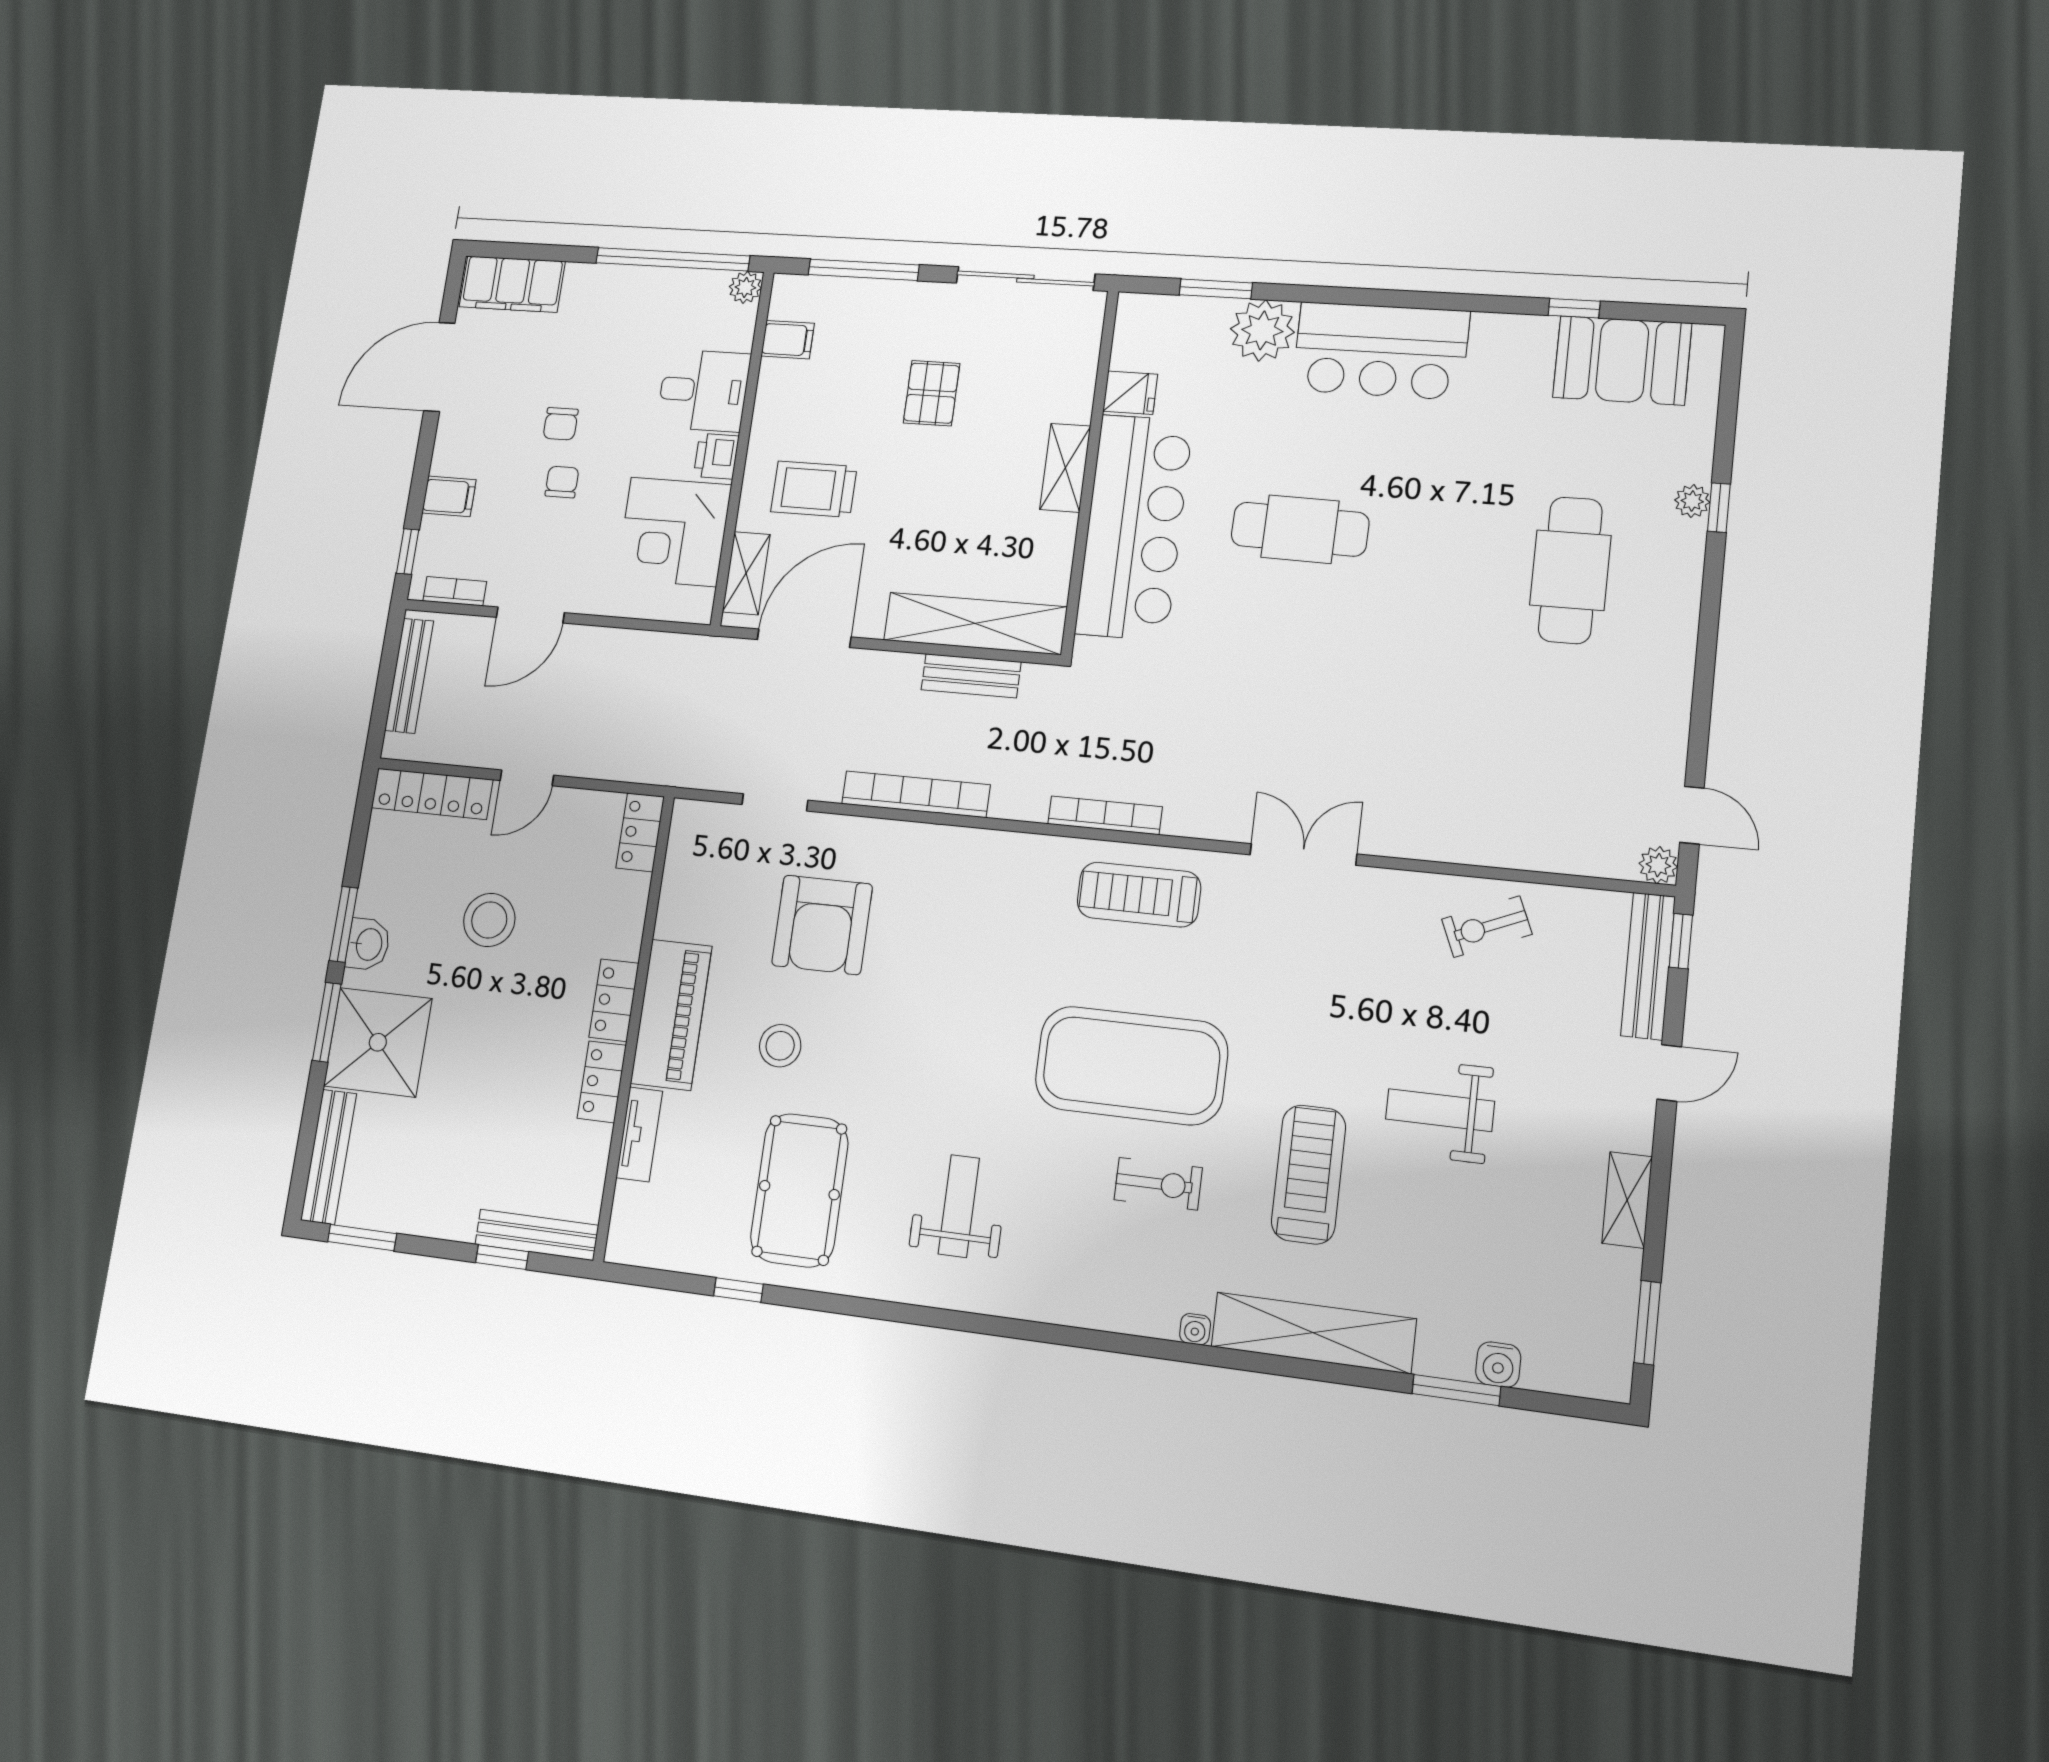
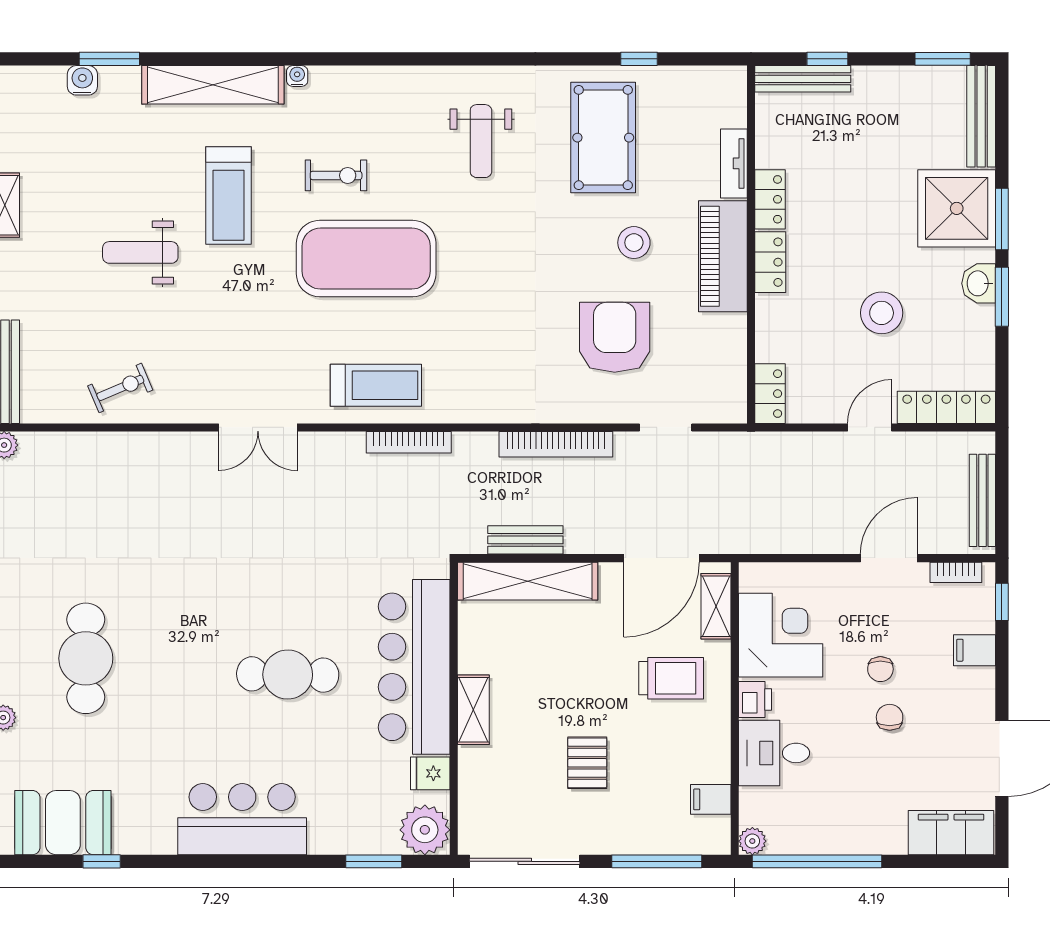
plant: (1262, 330) -> (425, 830), moved
weight bench: (1440, 1110) -> (140, 252), turned 180
exercise bike: (1158, 1184) -> (336, 175), turned 180

